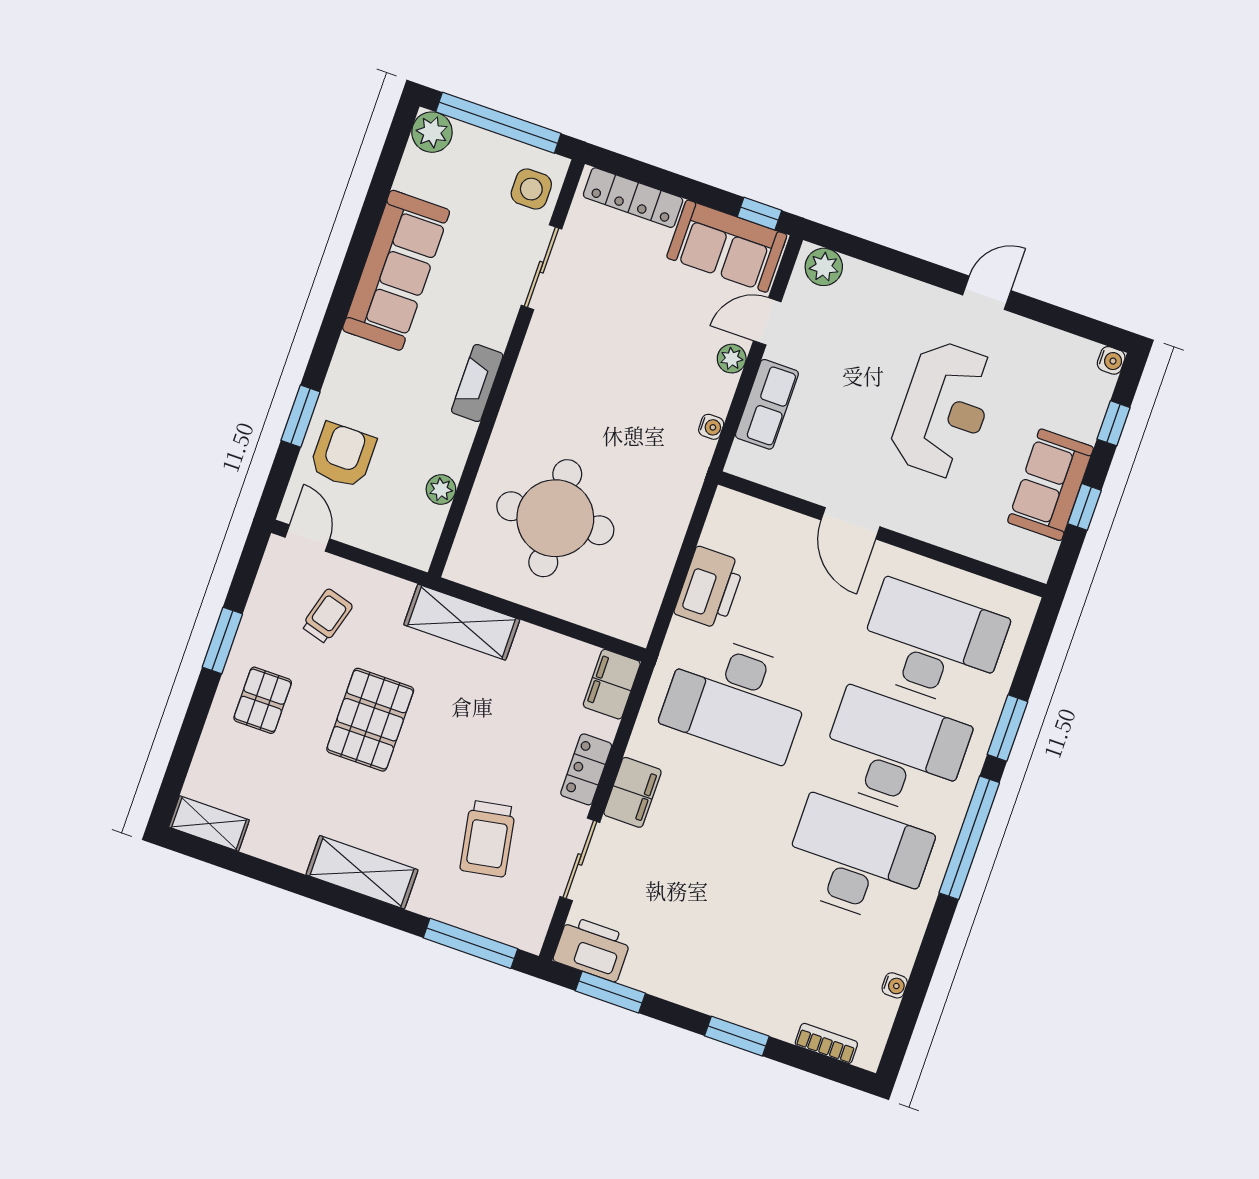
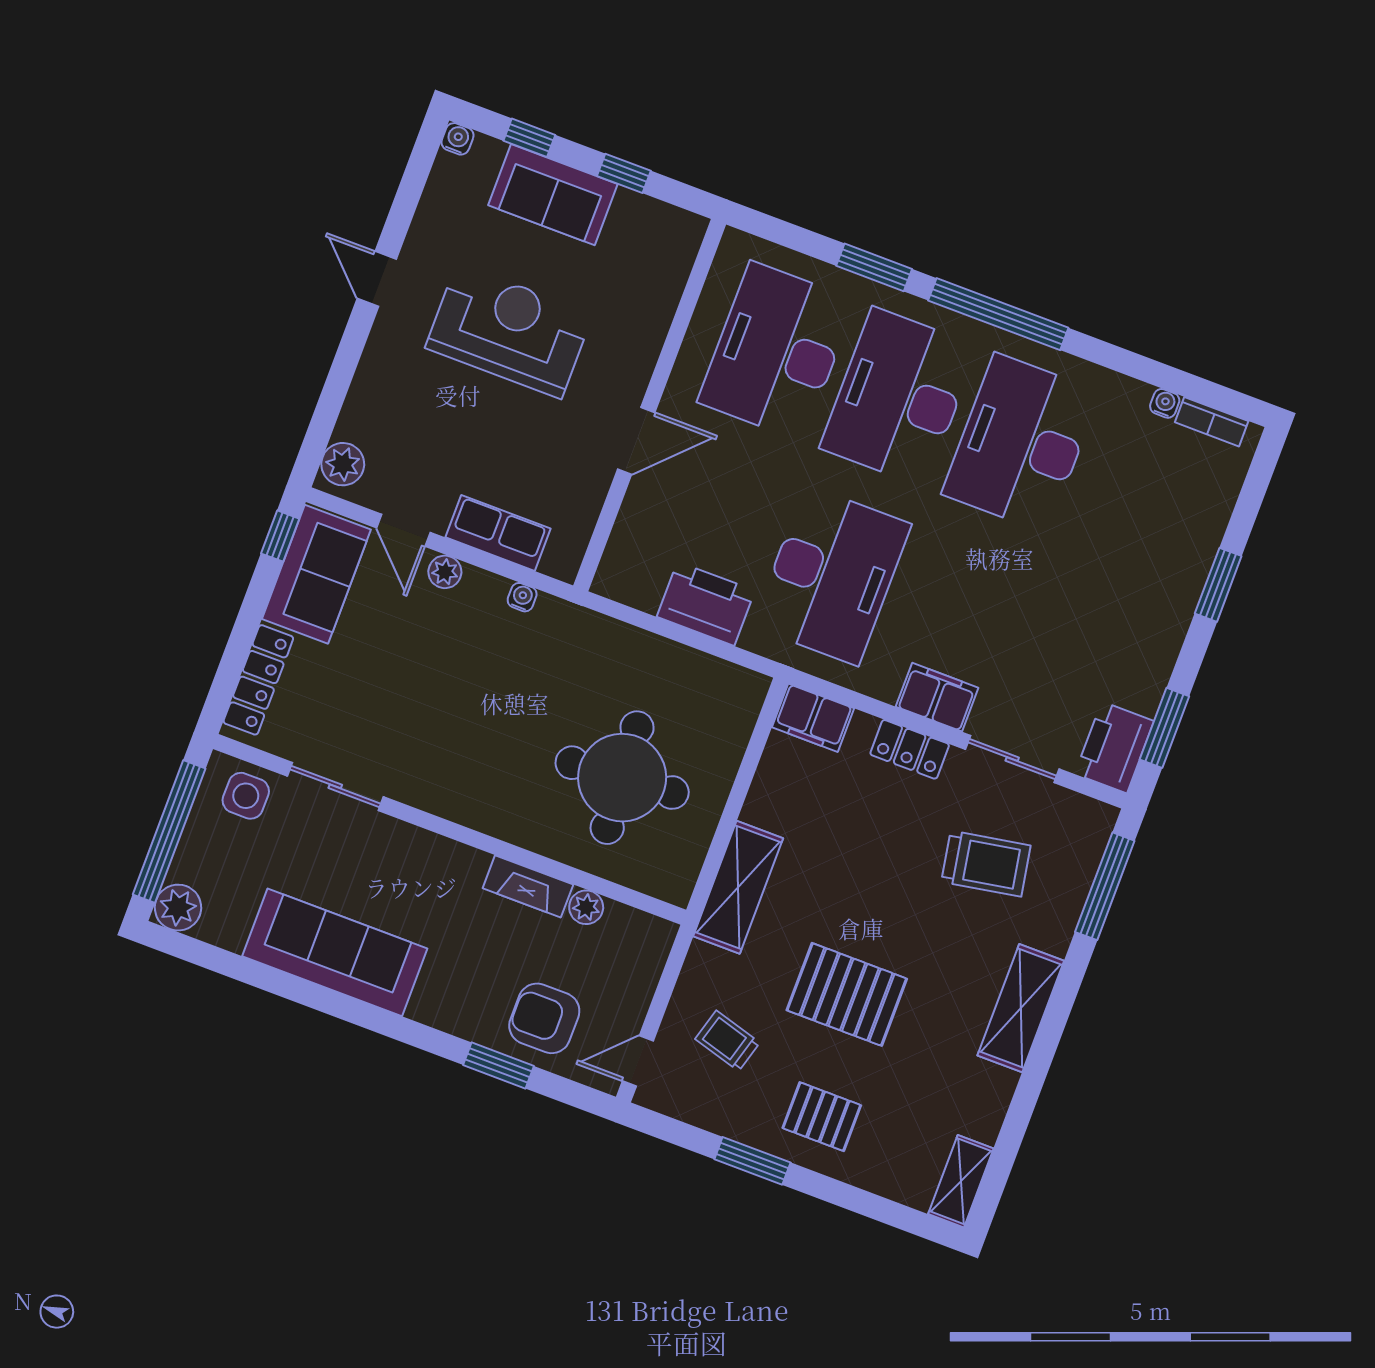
fireplace: (477, 383) -> (528, 886), moved
sofa: (1051, 485) -> (553, 195), moved
bookcase: (826, 1043) -> (1212, 422), moved, turned -90

